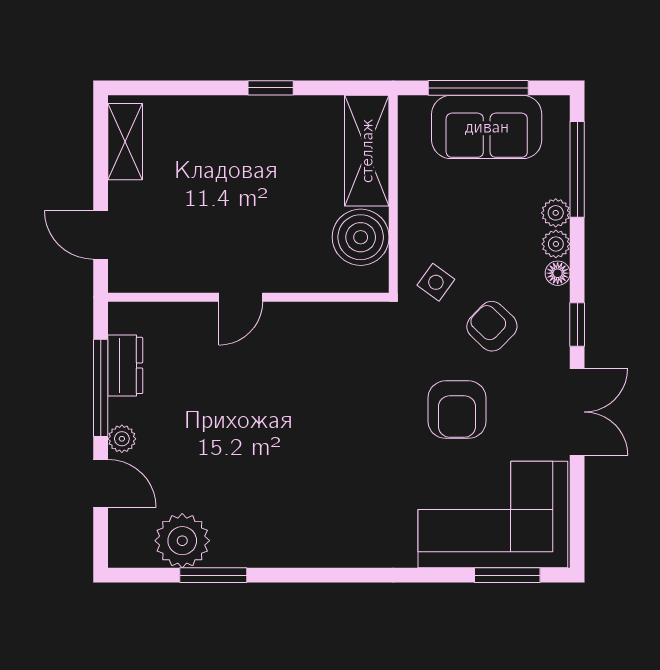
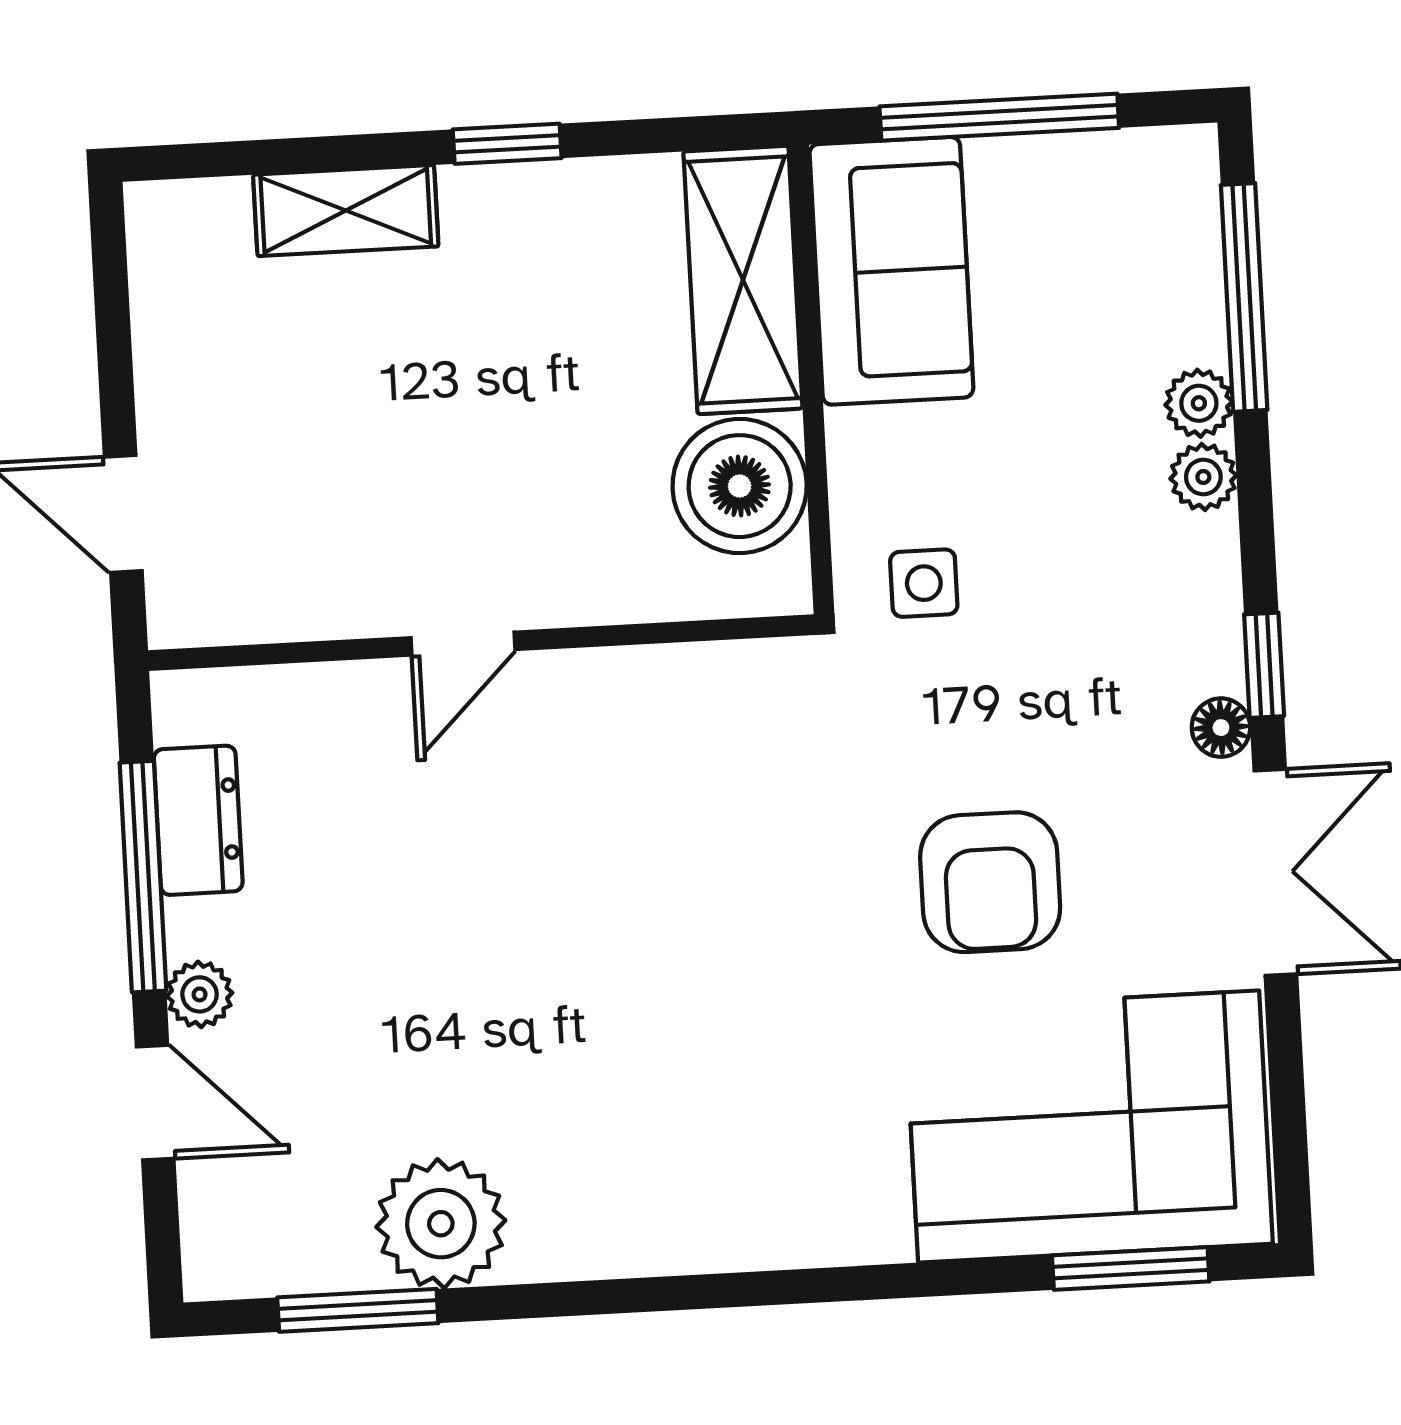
sofa: (487, 127) -> (891, 271), moved, turned -90
shelving: (125, 142) -> (346, 211), moved, turned 90
floor lamp: (558, 273) -> (1221, 728), moved
side table: (436, 282) -> (924, 583), turned -36
armchair: (492, 326) -> (1062, 680), removed
plant: (182, 541) -> (441, 1224), moved
window: (213, 575) -> (358, 1310), moved

